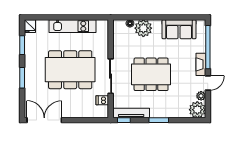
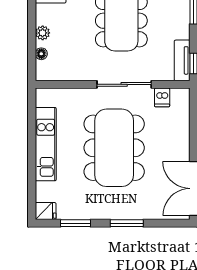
plant: (143, 28) -> (43, 33), width x0.53, depth x0.53
tv unit: (131, 113) -> (182, 60), width x0.71

